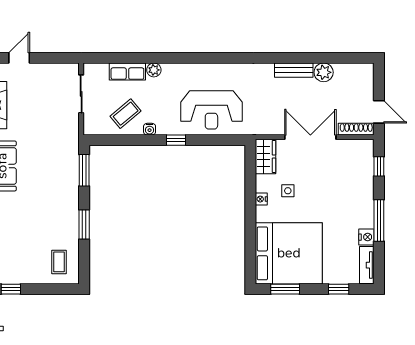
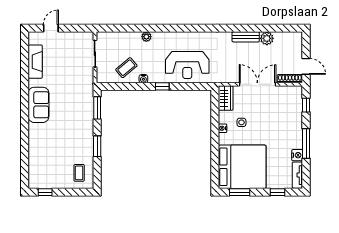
row of seats: (127, 72) -> (128, 38), removed

